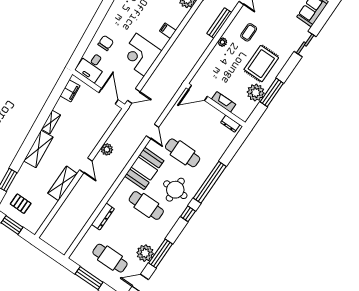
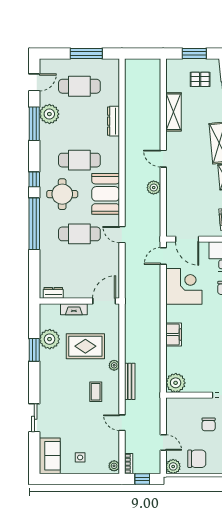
filing cabinet: (168, 31) -> (174, 334), width x2.00
corner desk: (140, 55) -> (184, 286), moved
rug: (261, 64) -> (85, 346), moved, turned 90
window: (272, 92) -> (34, 350), width x0.69
shelving: (63, 183) -> (174, 112), moved

